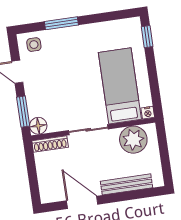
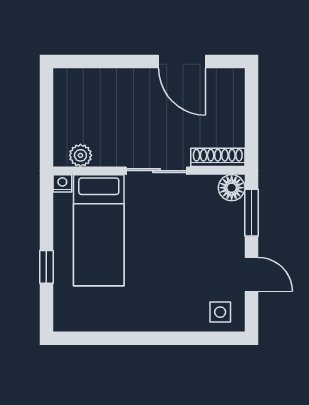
window: (61, 23) -> (174, 338), removed
window: (147, 37) -> (46, 267), moved
plant: (133, 140) -> (80, 155), width x0.53, depth x0.53
bench: (127, 184) -> (111, 79), removed

